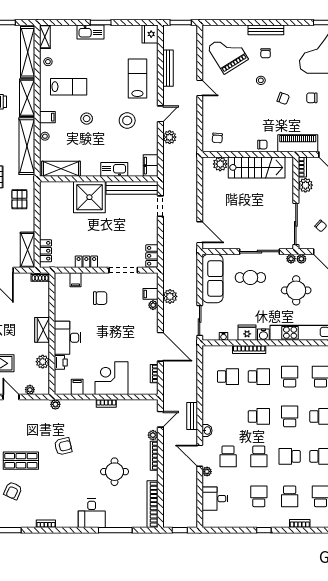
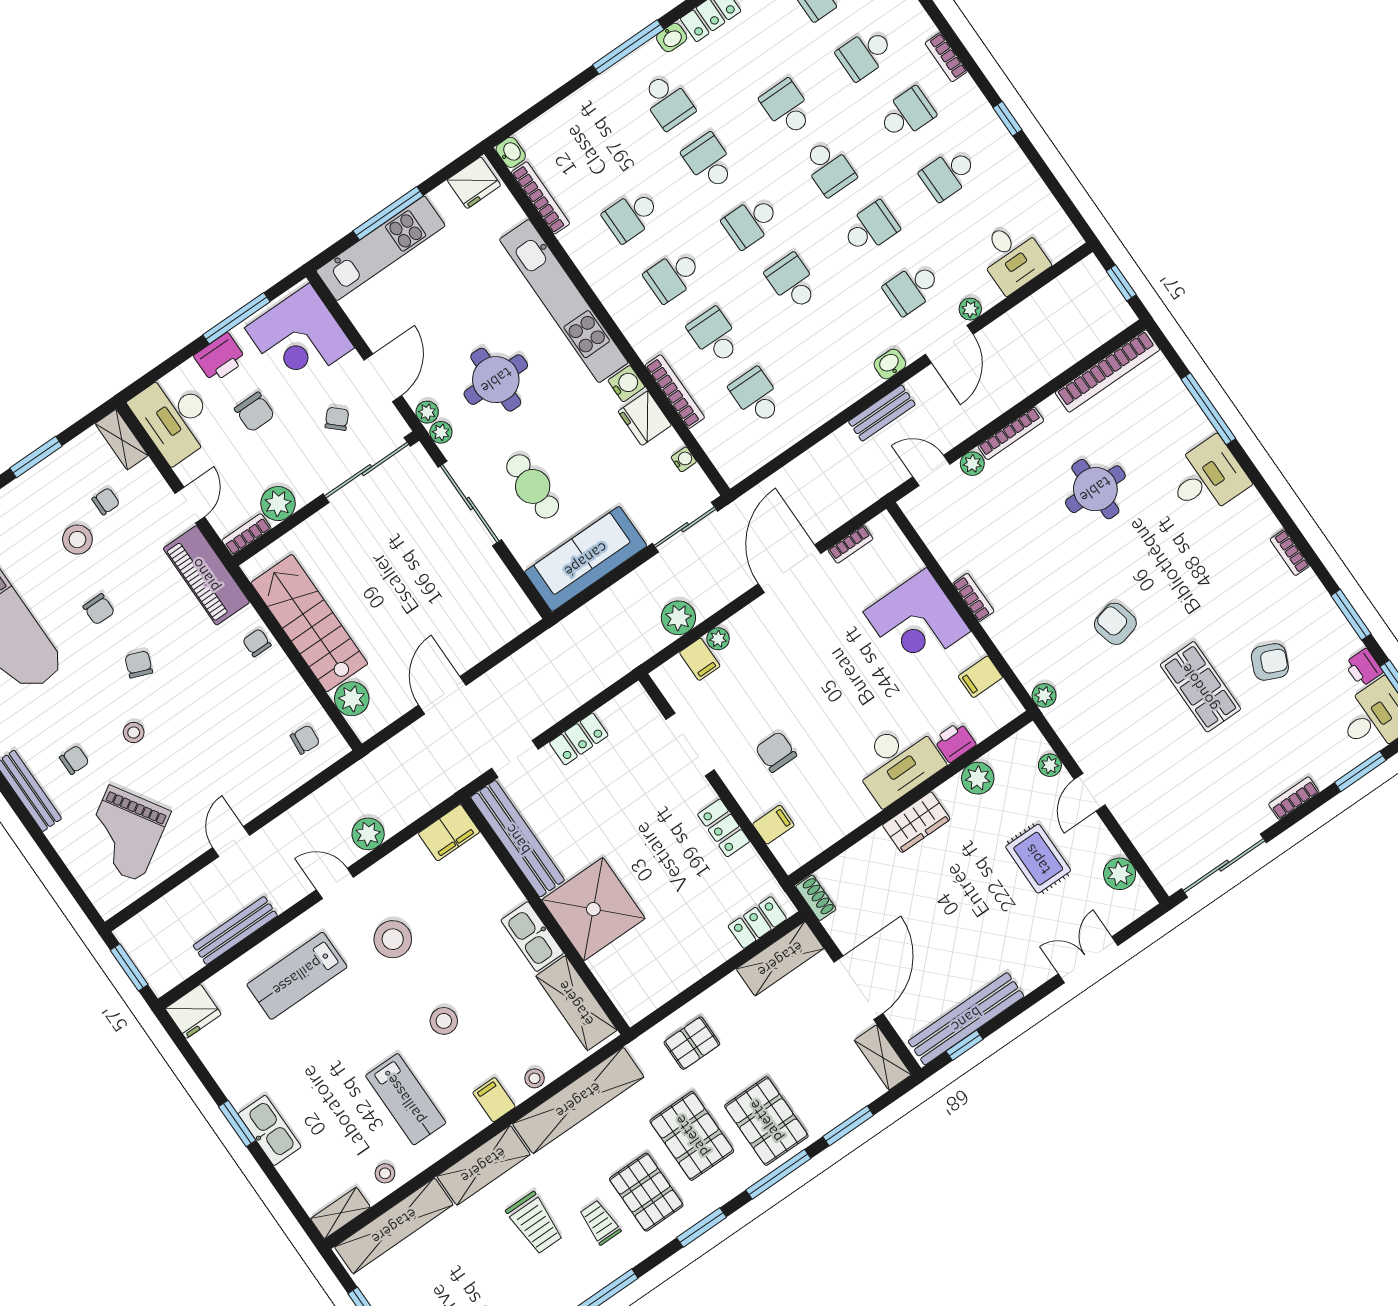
lab bench: (69, 87) -> (406, 1099), turned 180
kitchen sink: (114, 169) -> (532, 937), moved
door: (200, 232) -> (442, 695), moved
locker: (152, 256) -> (579, 739), moved
school desk: (228, 456) -> (912, 288), turned 180

